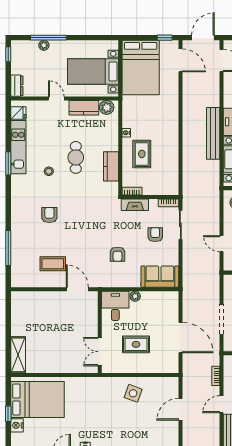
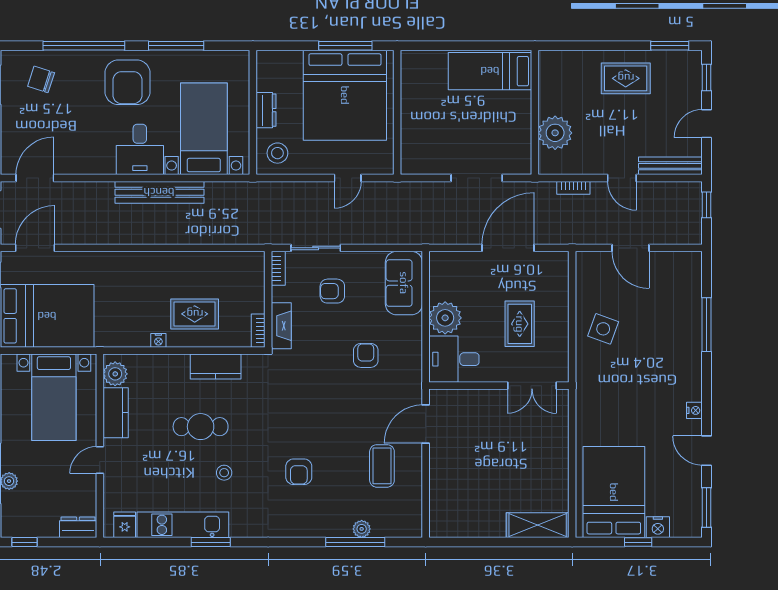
armchair: (49, 215) -> (299, 472), turned -90
plant: (16, 252) -> (362, 529), added
armchair: (118, 254) -> (366, 355), turned -90
plant: (135, 296) -> (445, 318), width x1.88, depth x1.88

